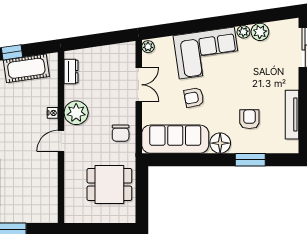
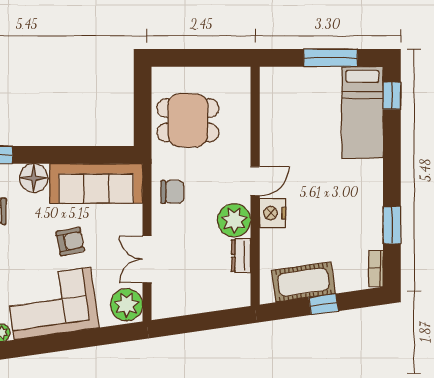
plant: (148, 47) -> (127, 305), width x1.88, depth x1.88
dresser: (71, 72) -> (241, 256), moved
nightstand: (53, 113) -> (273, 213), width x1.89, depth x1.79
chair: (121, 133) -> (172, 192), turned 90

